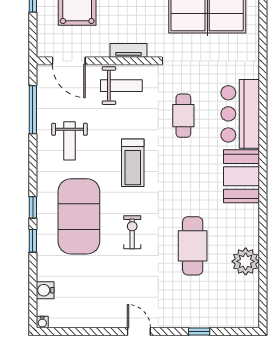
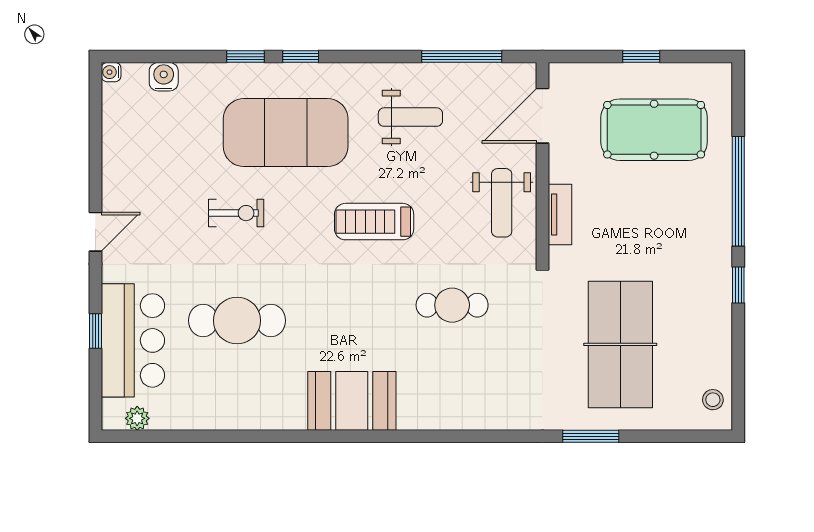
window: (263, 32) -> (591, 436), added
bar counter: (240, 114) -> (133, 340), moved, turned 90
weight bench: (69, 141) -> (410, 117), turned 180
exercise bike: (132, 232) -> (236, 213), moved
plant: (246, 261) -> (137, 418), moved, width x0.53, depth x0.53

